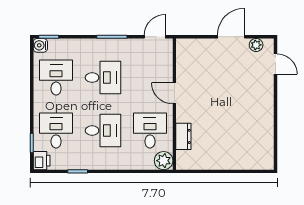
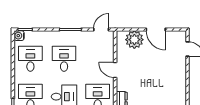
door: (231, 37) -> (156, 29), swing flipped
plant: (256, 45) -> (134, 40), moved, width x1.88, depth x1.88
desk: (103, 78) -> (64, 59), turned -90

